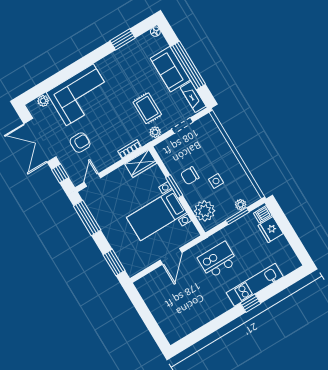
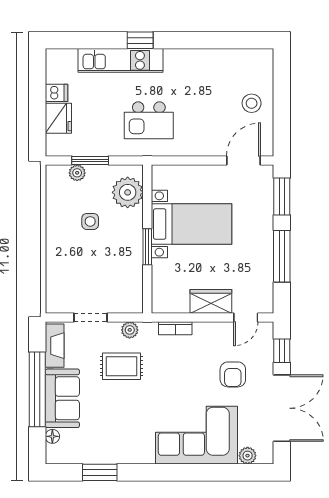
floor lamp: (155, 32) -> (52, 436), moved
rug: (147, 108) -> (121, 366), turned 90
armchair: (80, 143) -> (233, 374), turned -90
wardrobe: (141, 163) -> (211, 301), moved
chair: (190, 176) -> (119, 248), removed
dishwasher: (263, 214) -> (56, 93), moved
window: (87, 218) -> (282, 256), moved
door: (171, 256) -> (243, 161), moved
stool: (164, 306) -> (252, 103), added

